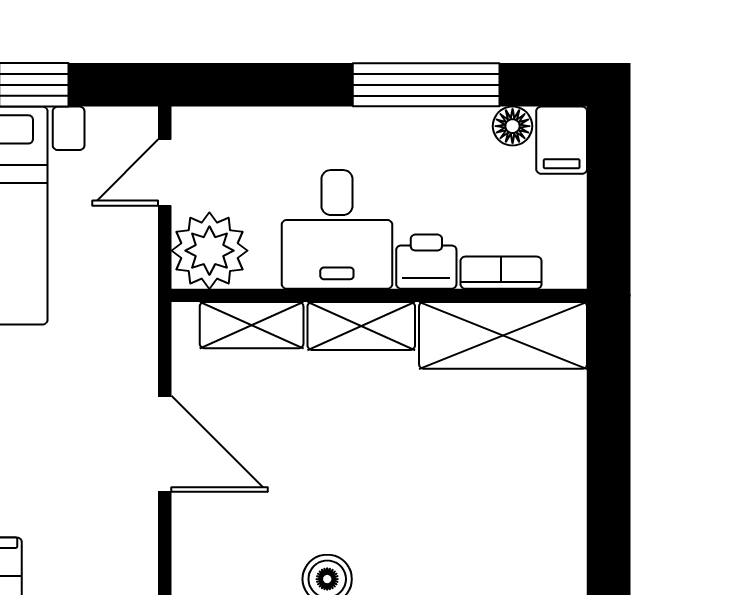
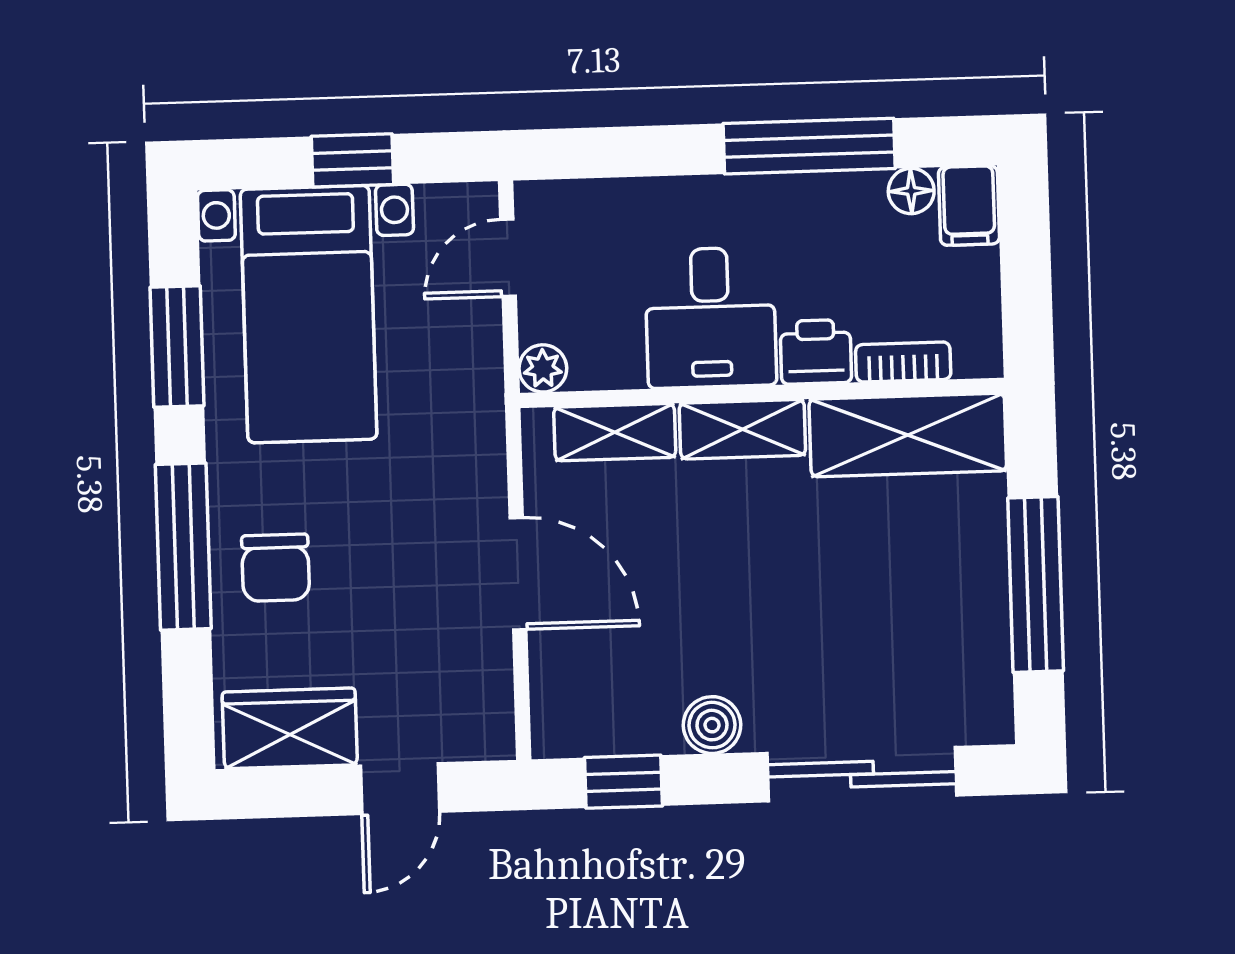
plant: (209, 251) -> (543, 368), width x0.53, depth x0.53
window: (609, 467) -> (1036, 584), added

